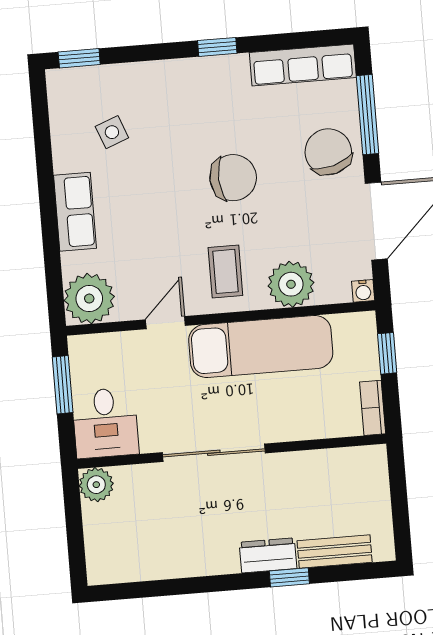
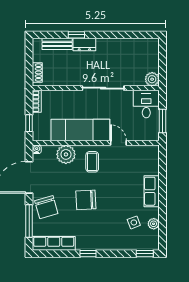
plant: (89, 299) -> (154, 224), moved, width x0.53, depth x0.53
door: (165, 323) -> (118, 143), swing flipped
shoe rack: (377, 478) -> (37, 72), added

